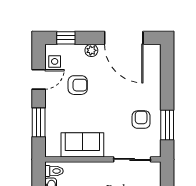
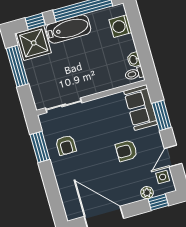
plant: (91, 50) -> (147, 193), moved
armchair: (78, 85) -> (126, 151), moved
sofa: (82, 145) -> (141, 108), moved, turned 90

